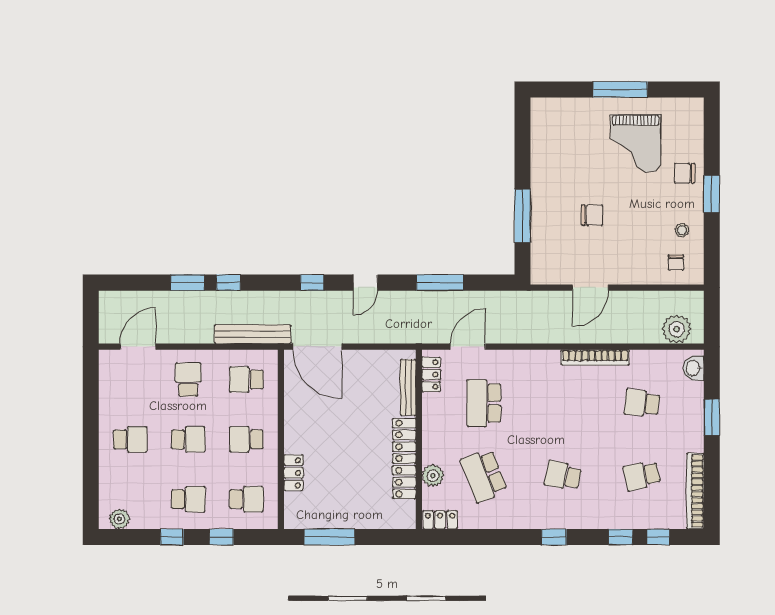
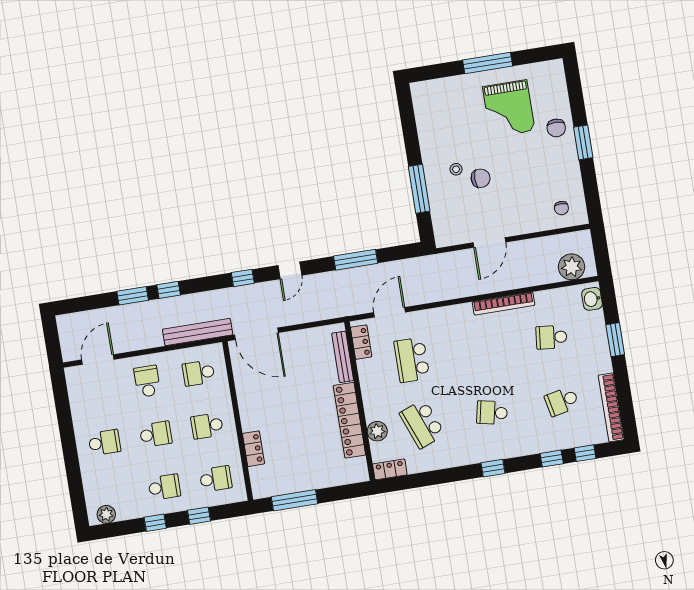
chair: (685, 173) -> (556, 128), turned -90
stool: (682, 230) -> (456, 169), moved

